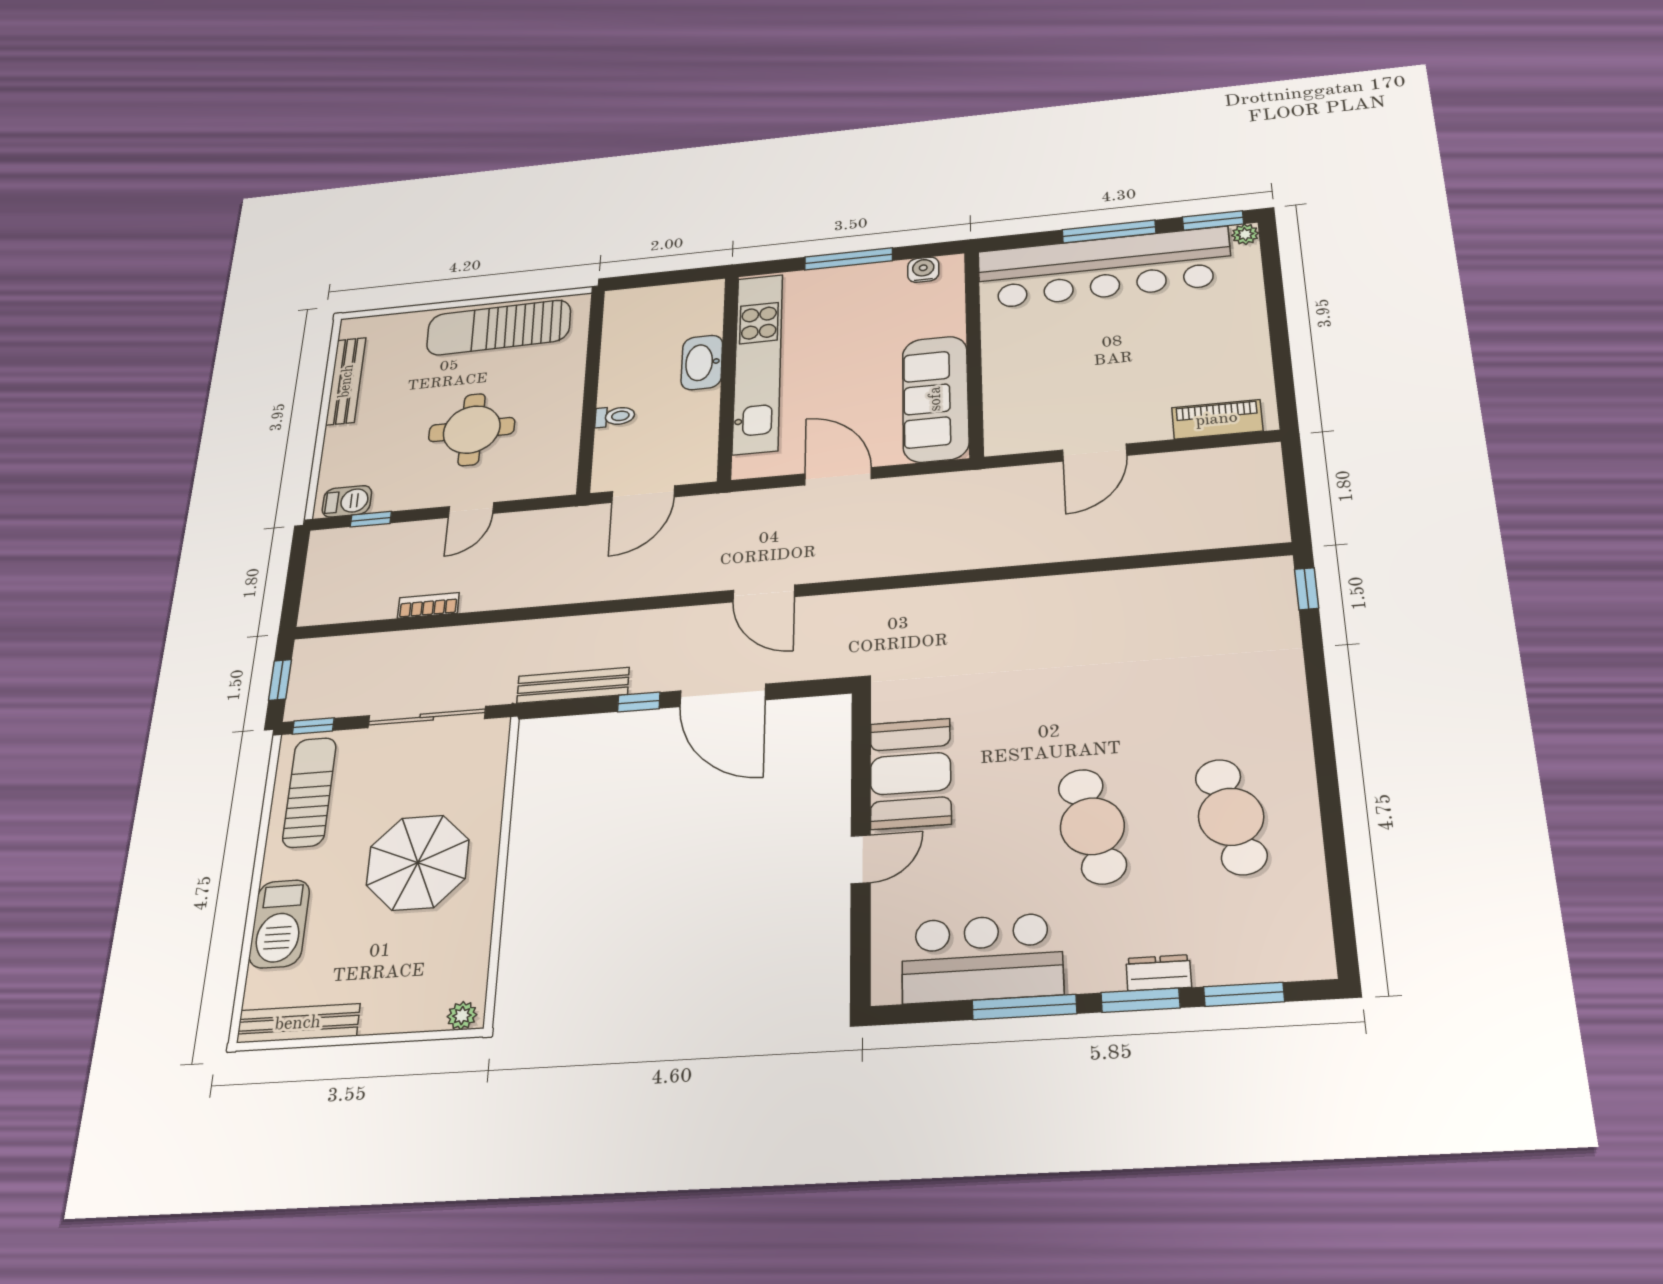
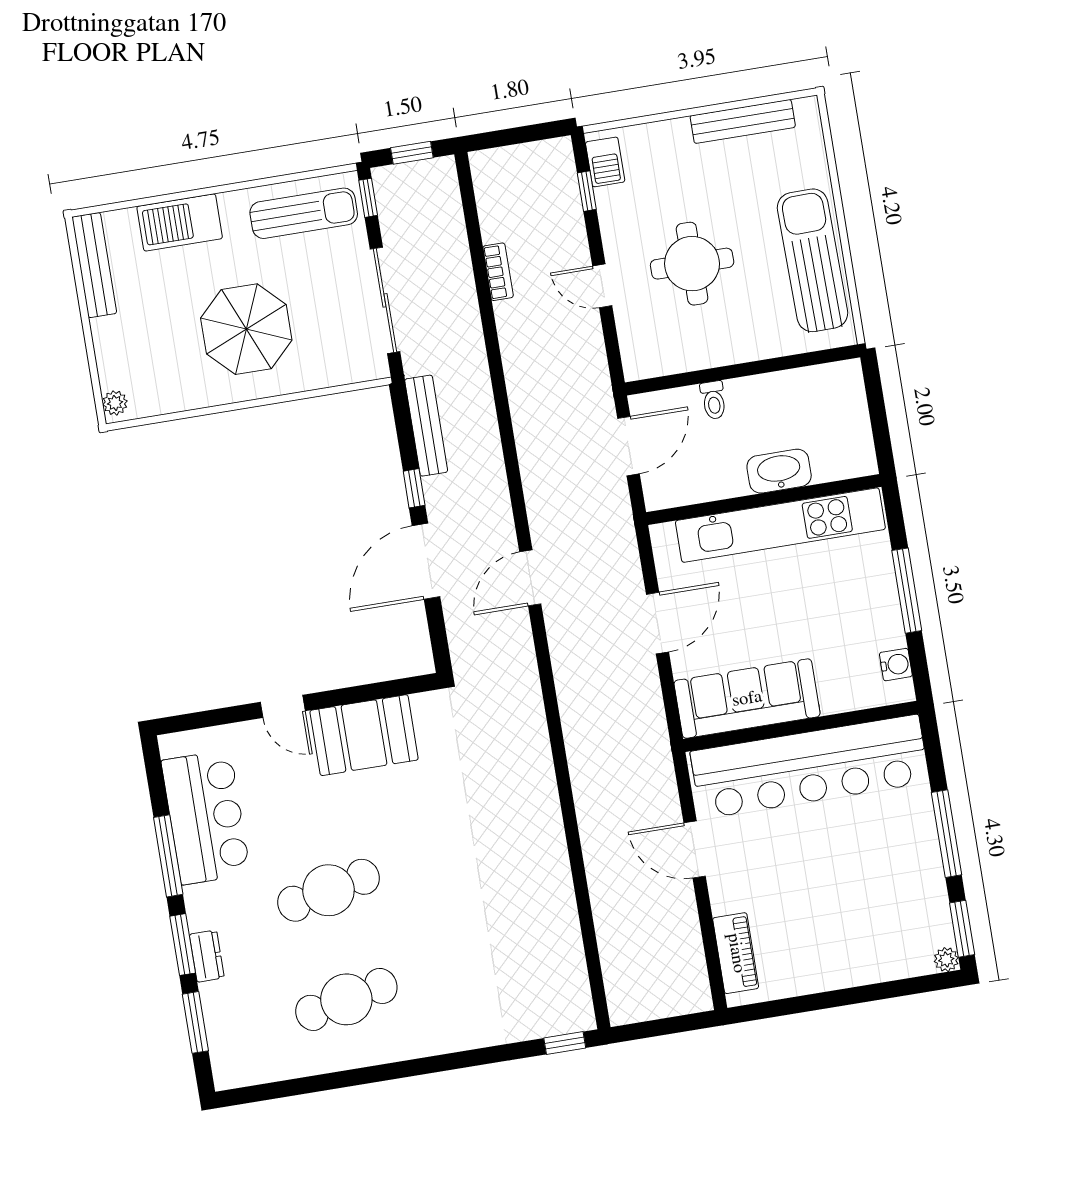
bar counter: (1104, 268) -> (810, 767), moved, turned -90
door: (643, 494) -> (628, 446), swing flipped

